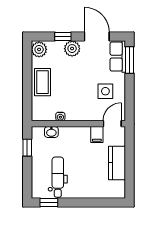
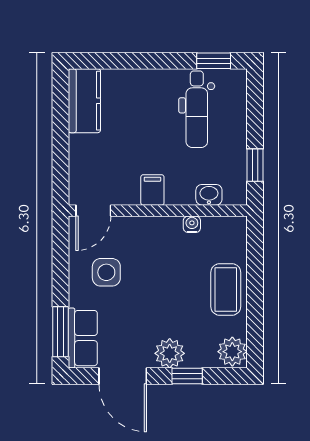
filing cabinet: (97, 135) -> (152, 190), moved
kitchen counter: (117, 163) -> (84, 101), moved

